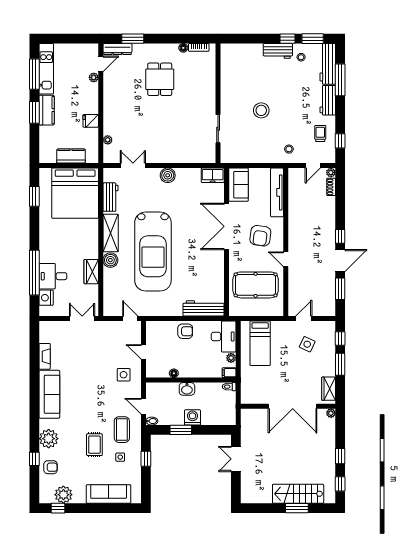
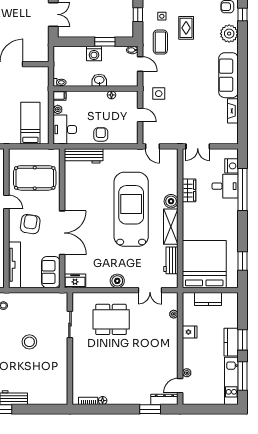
dining table: (160, 79) -> (111, 319), moved, width x1.38
armchair: (185, 331) -> (101, 134), turned 90

